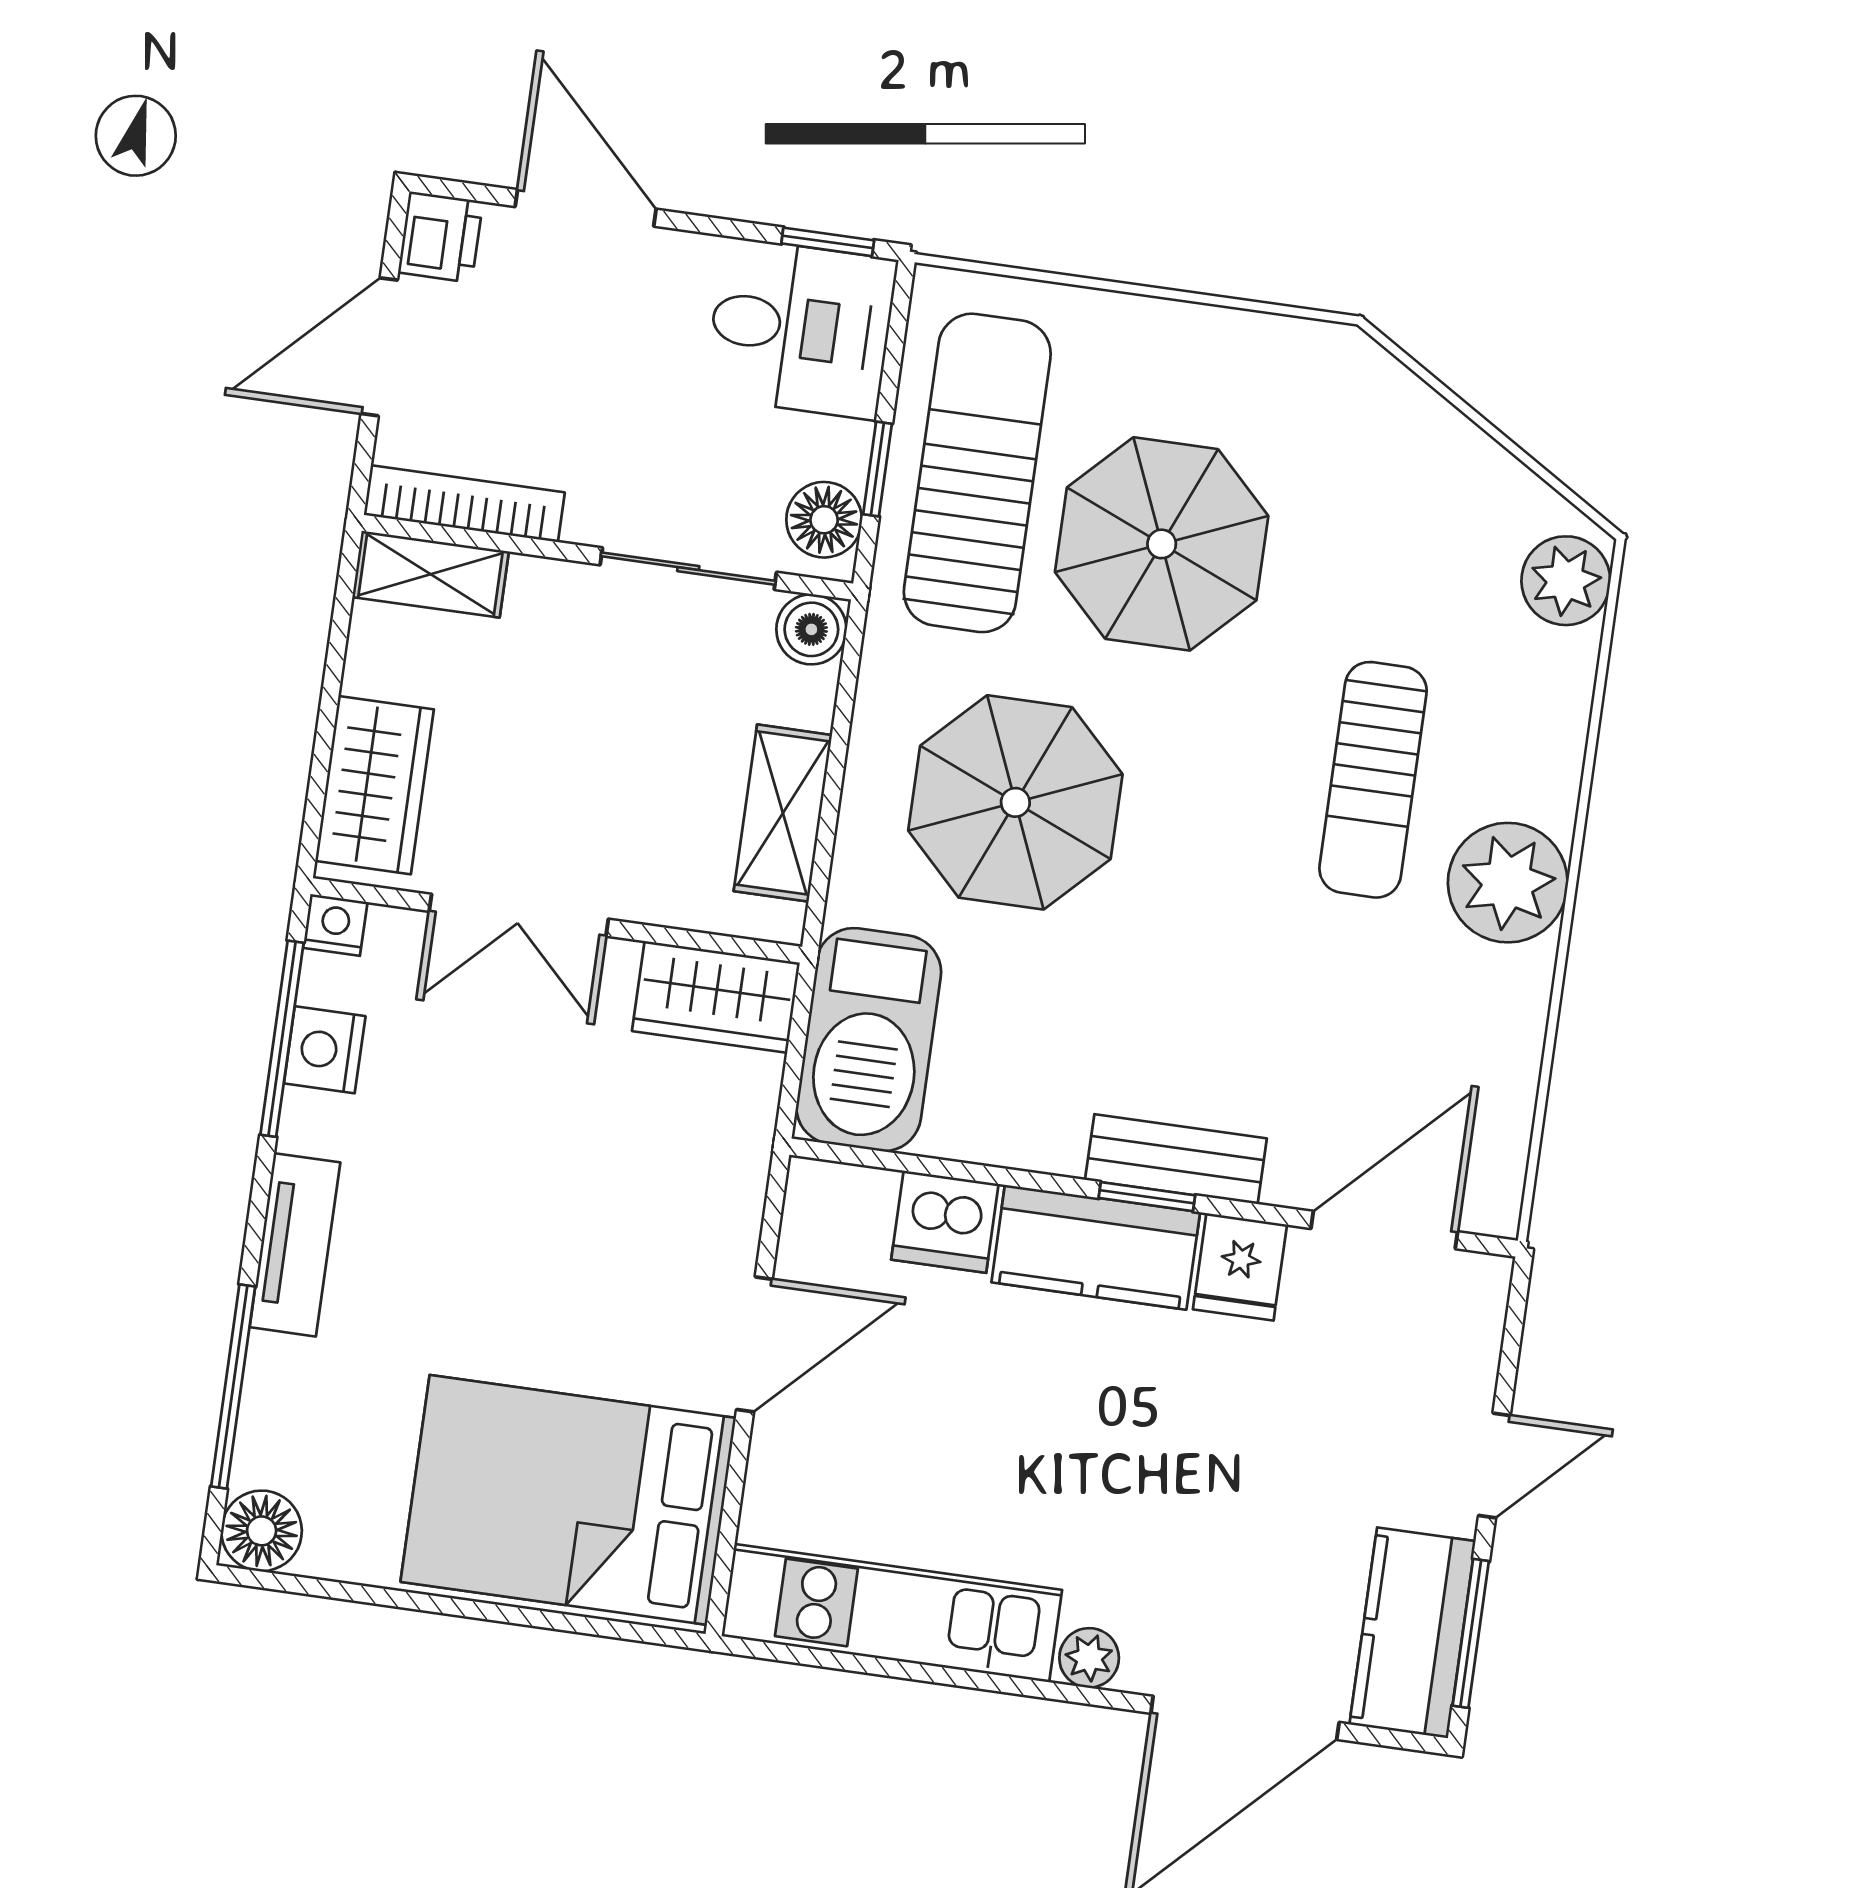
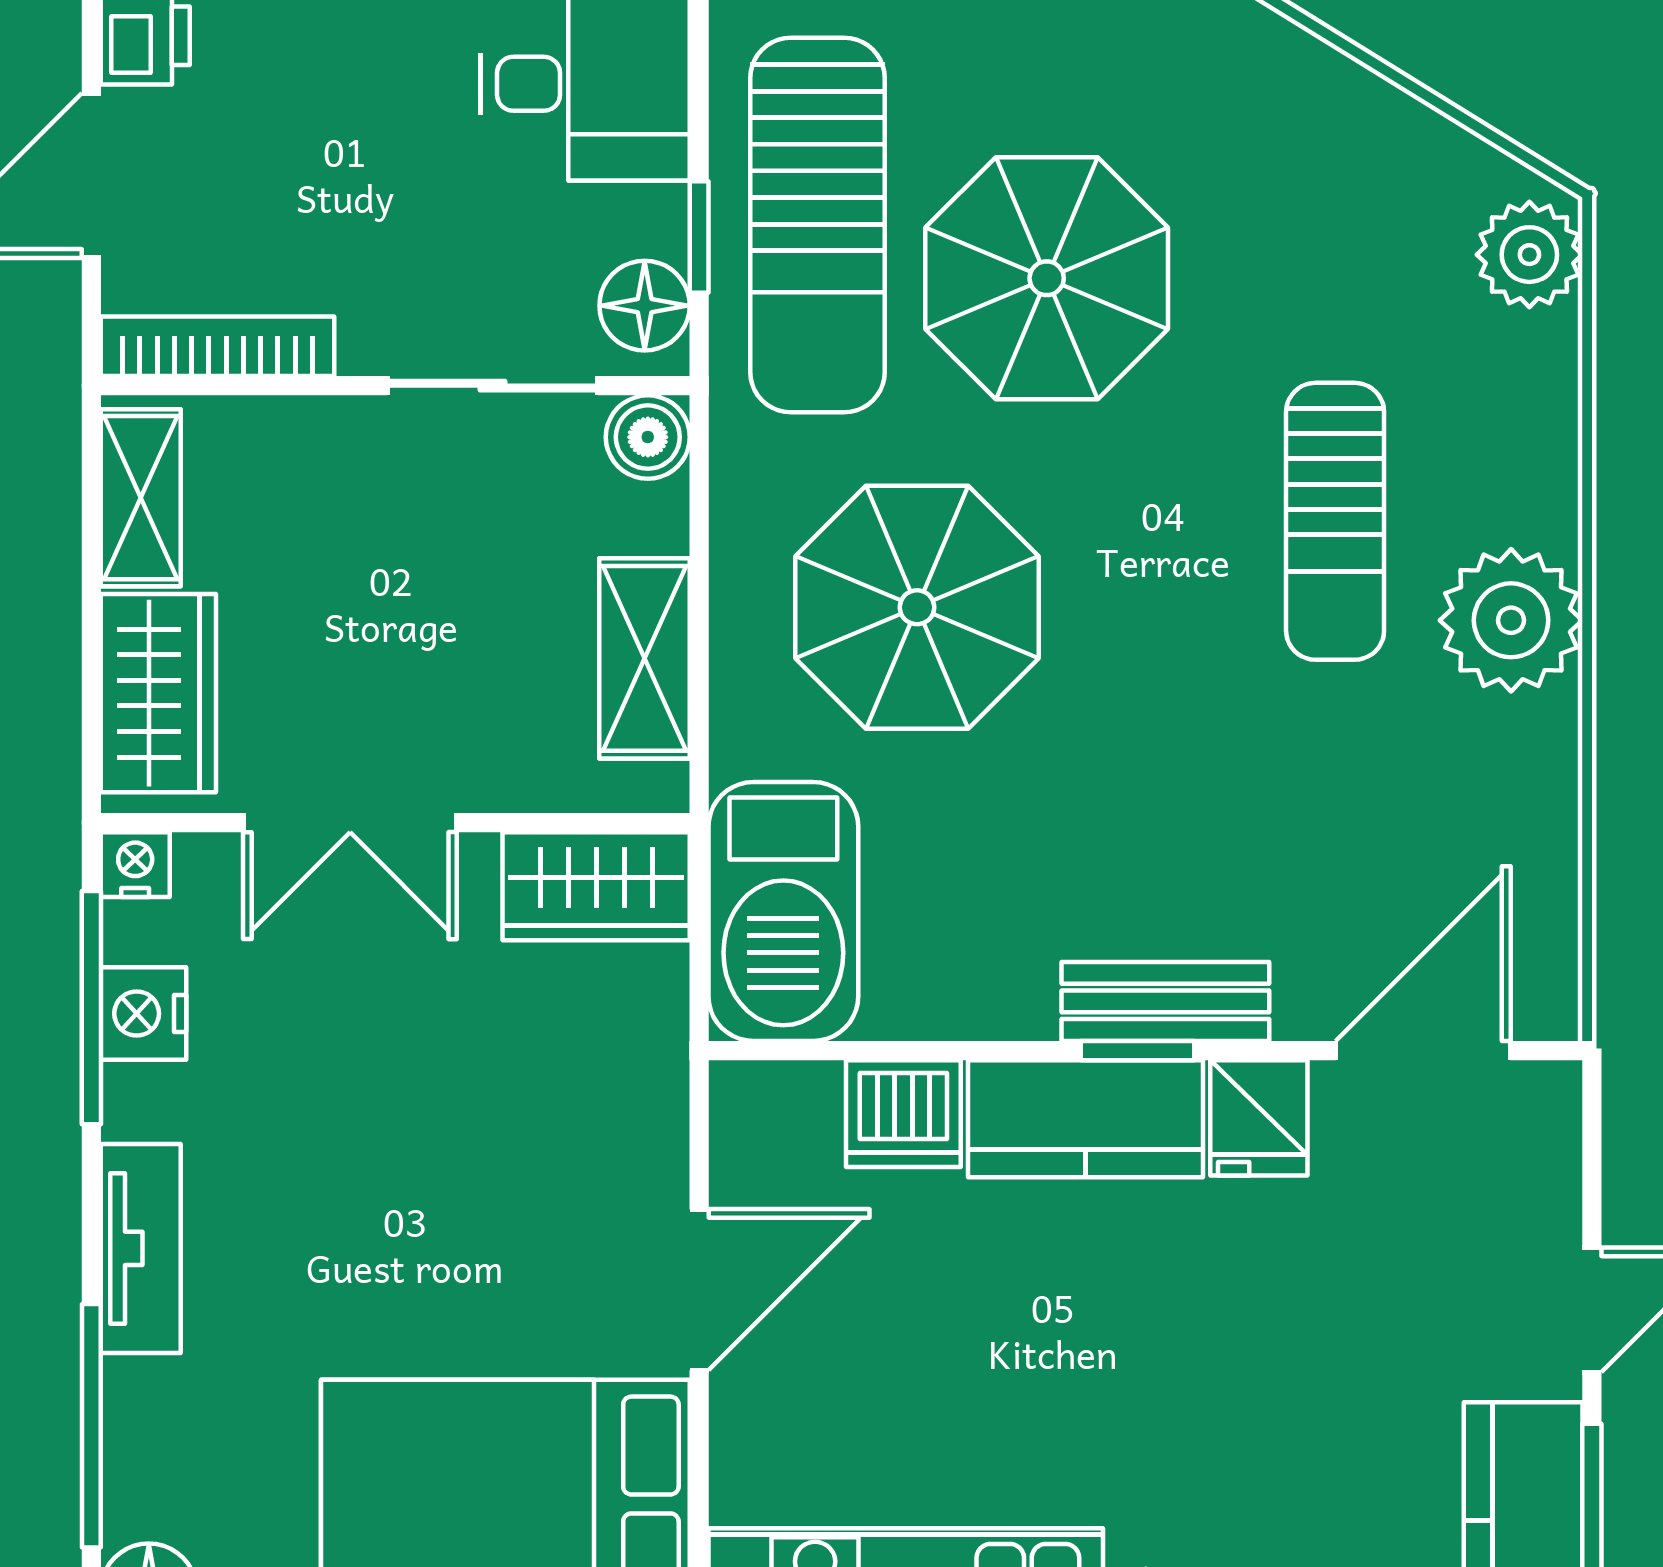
sun lounger: (977, 473) -> (817, 225), turned 180
shelving: (431, 574) -> (141, 498), moved, turned 90

